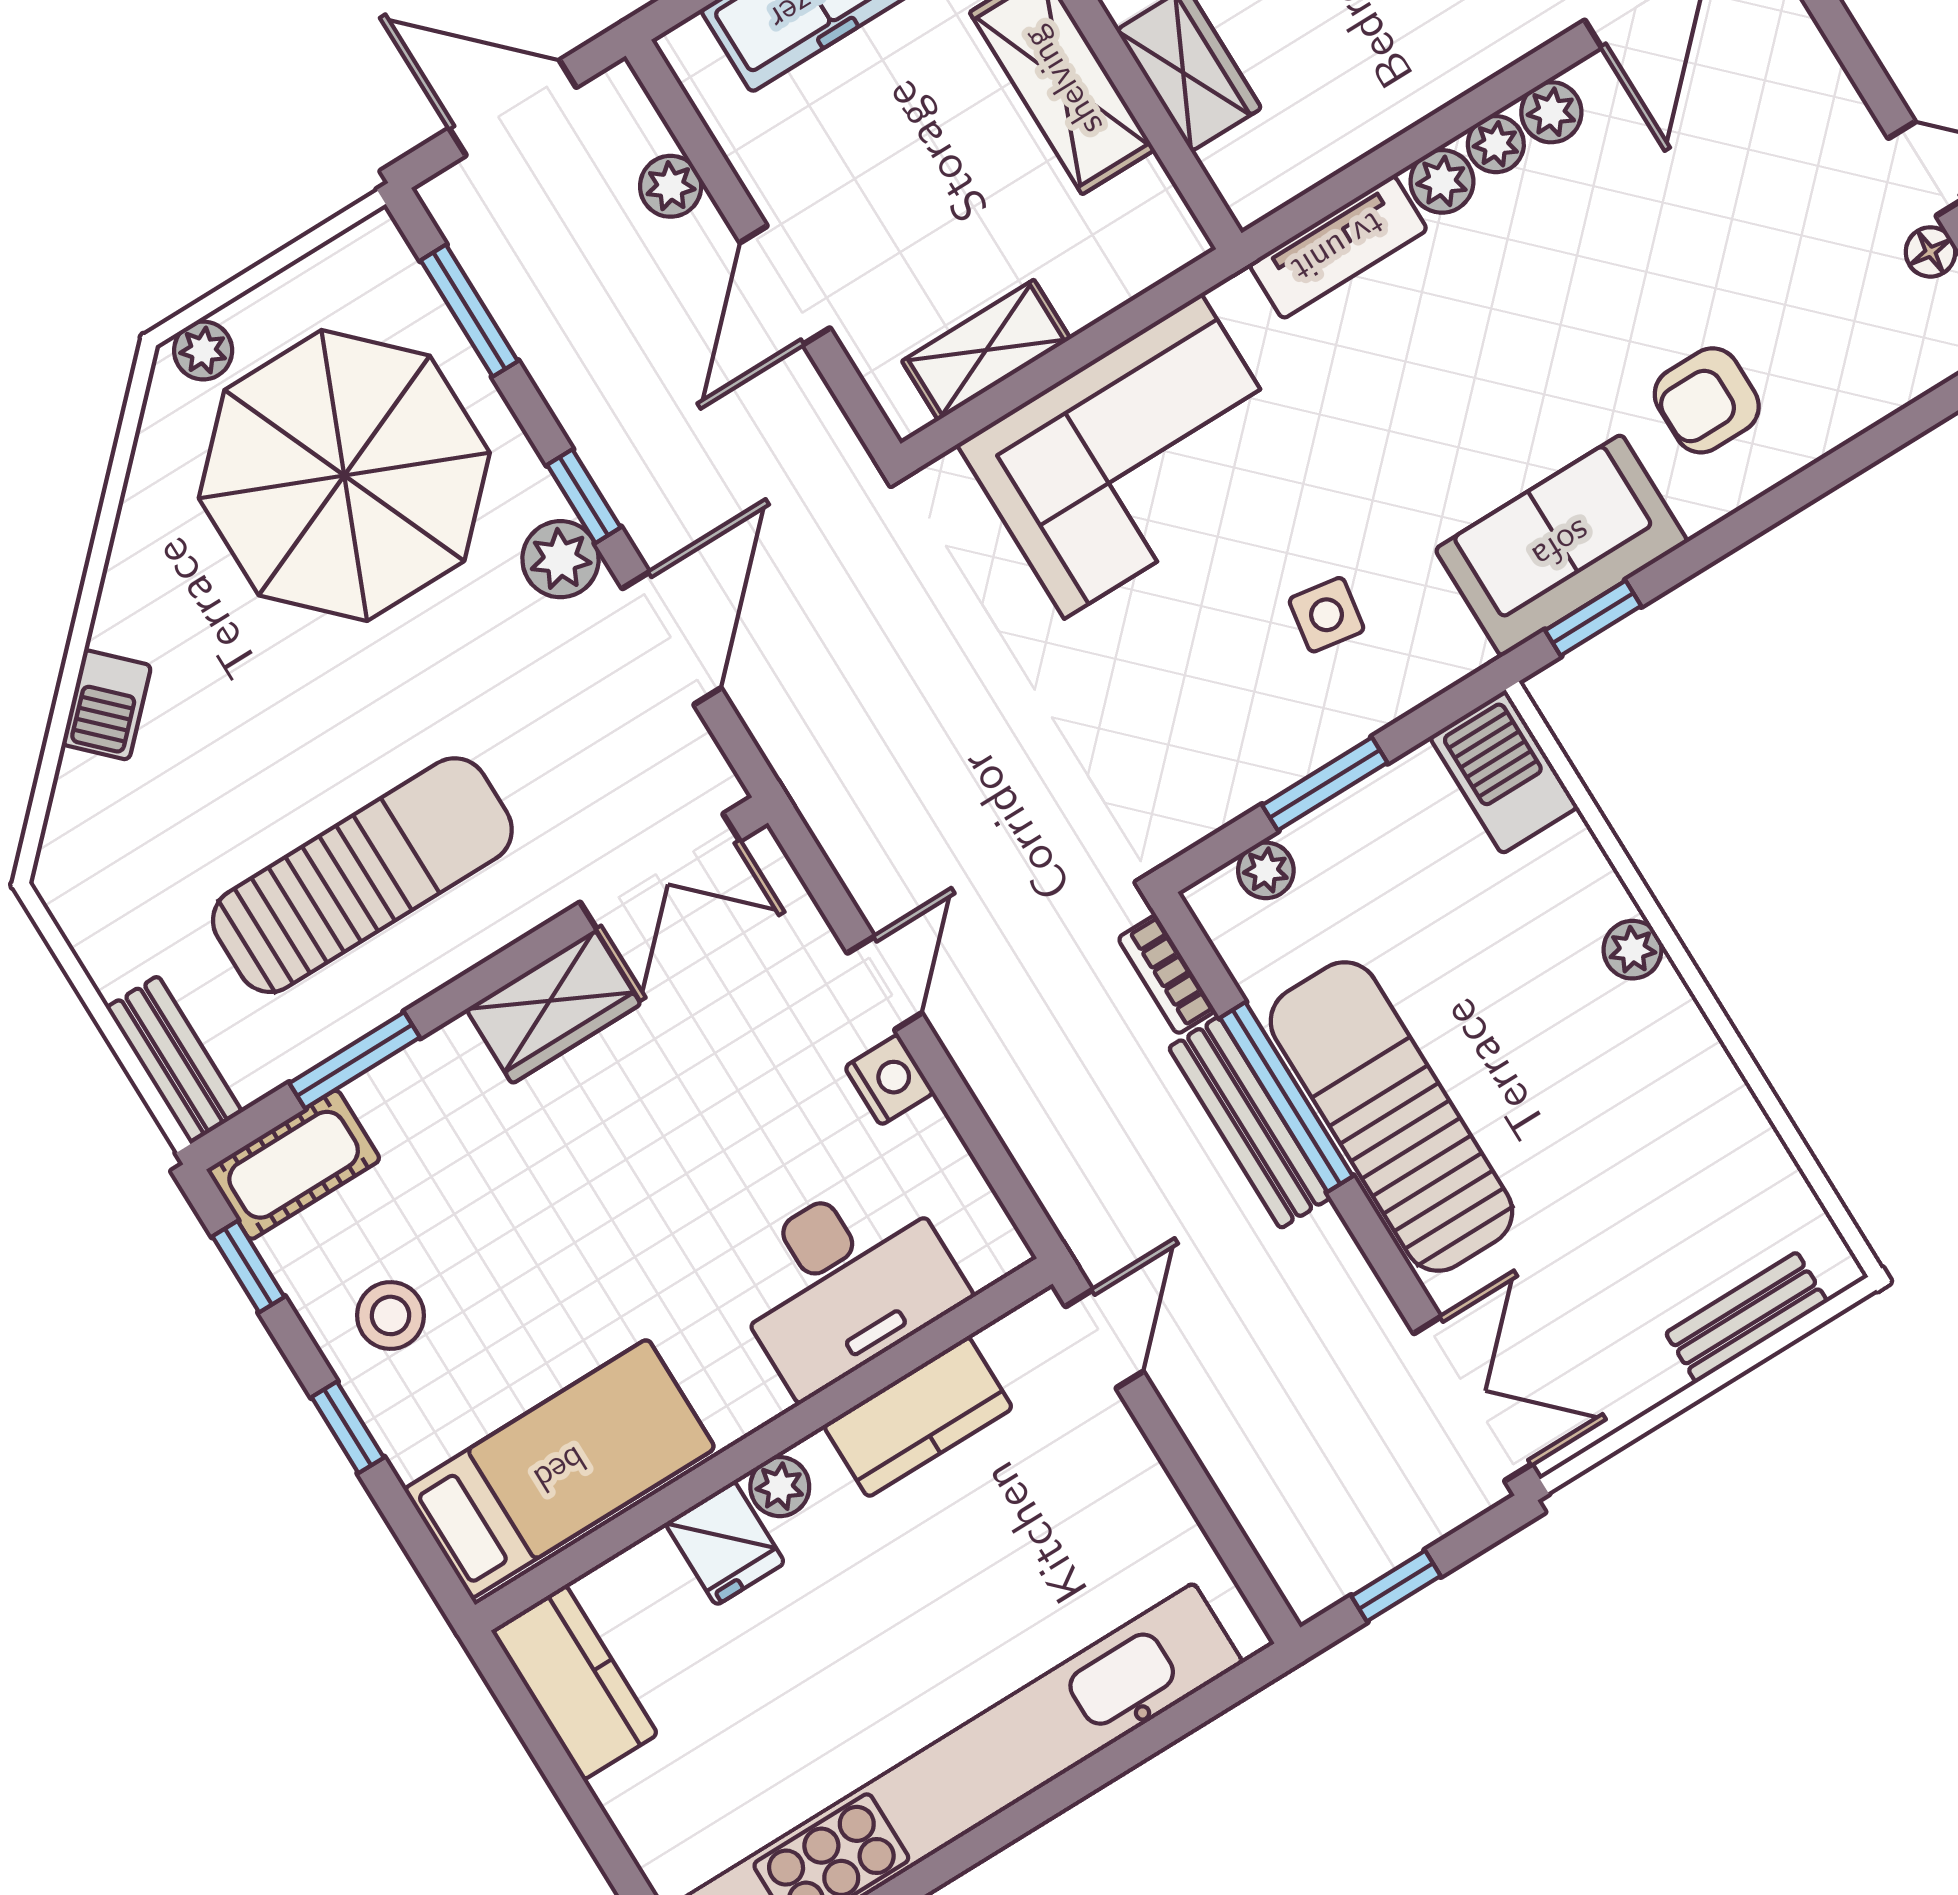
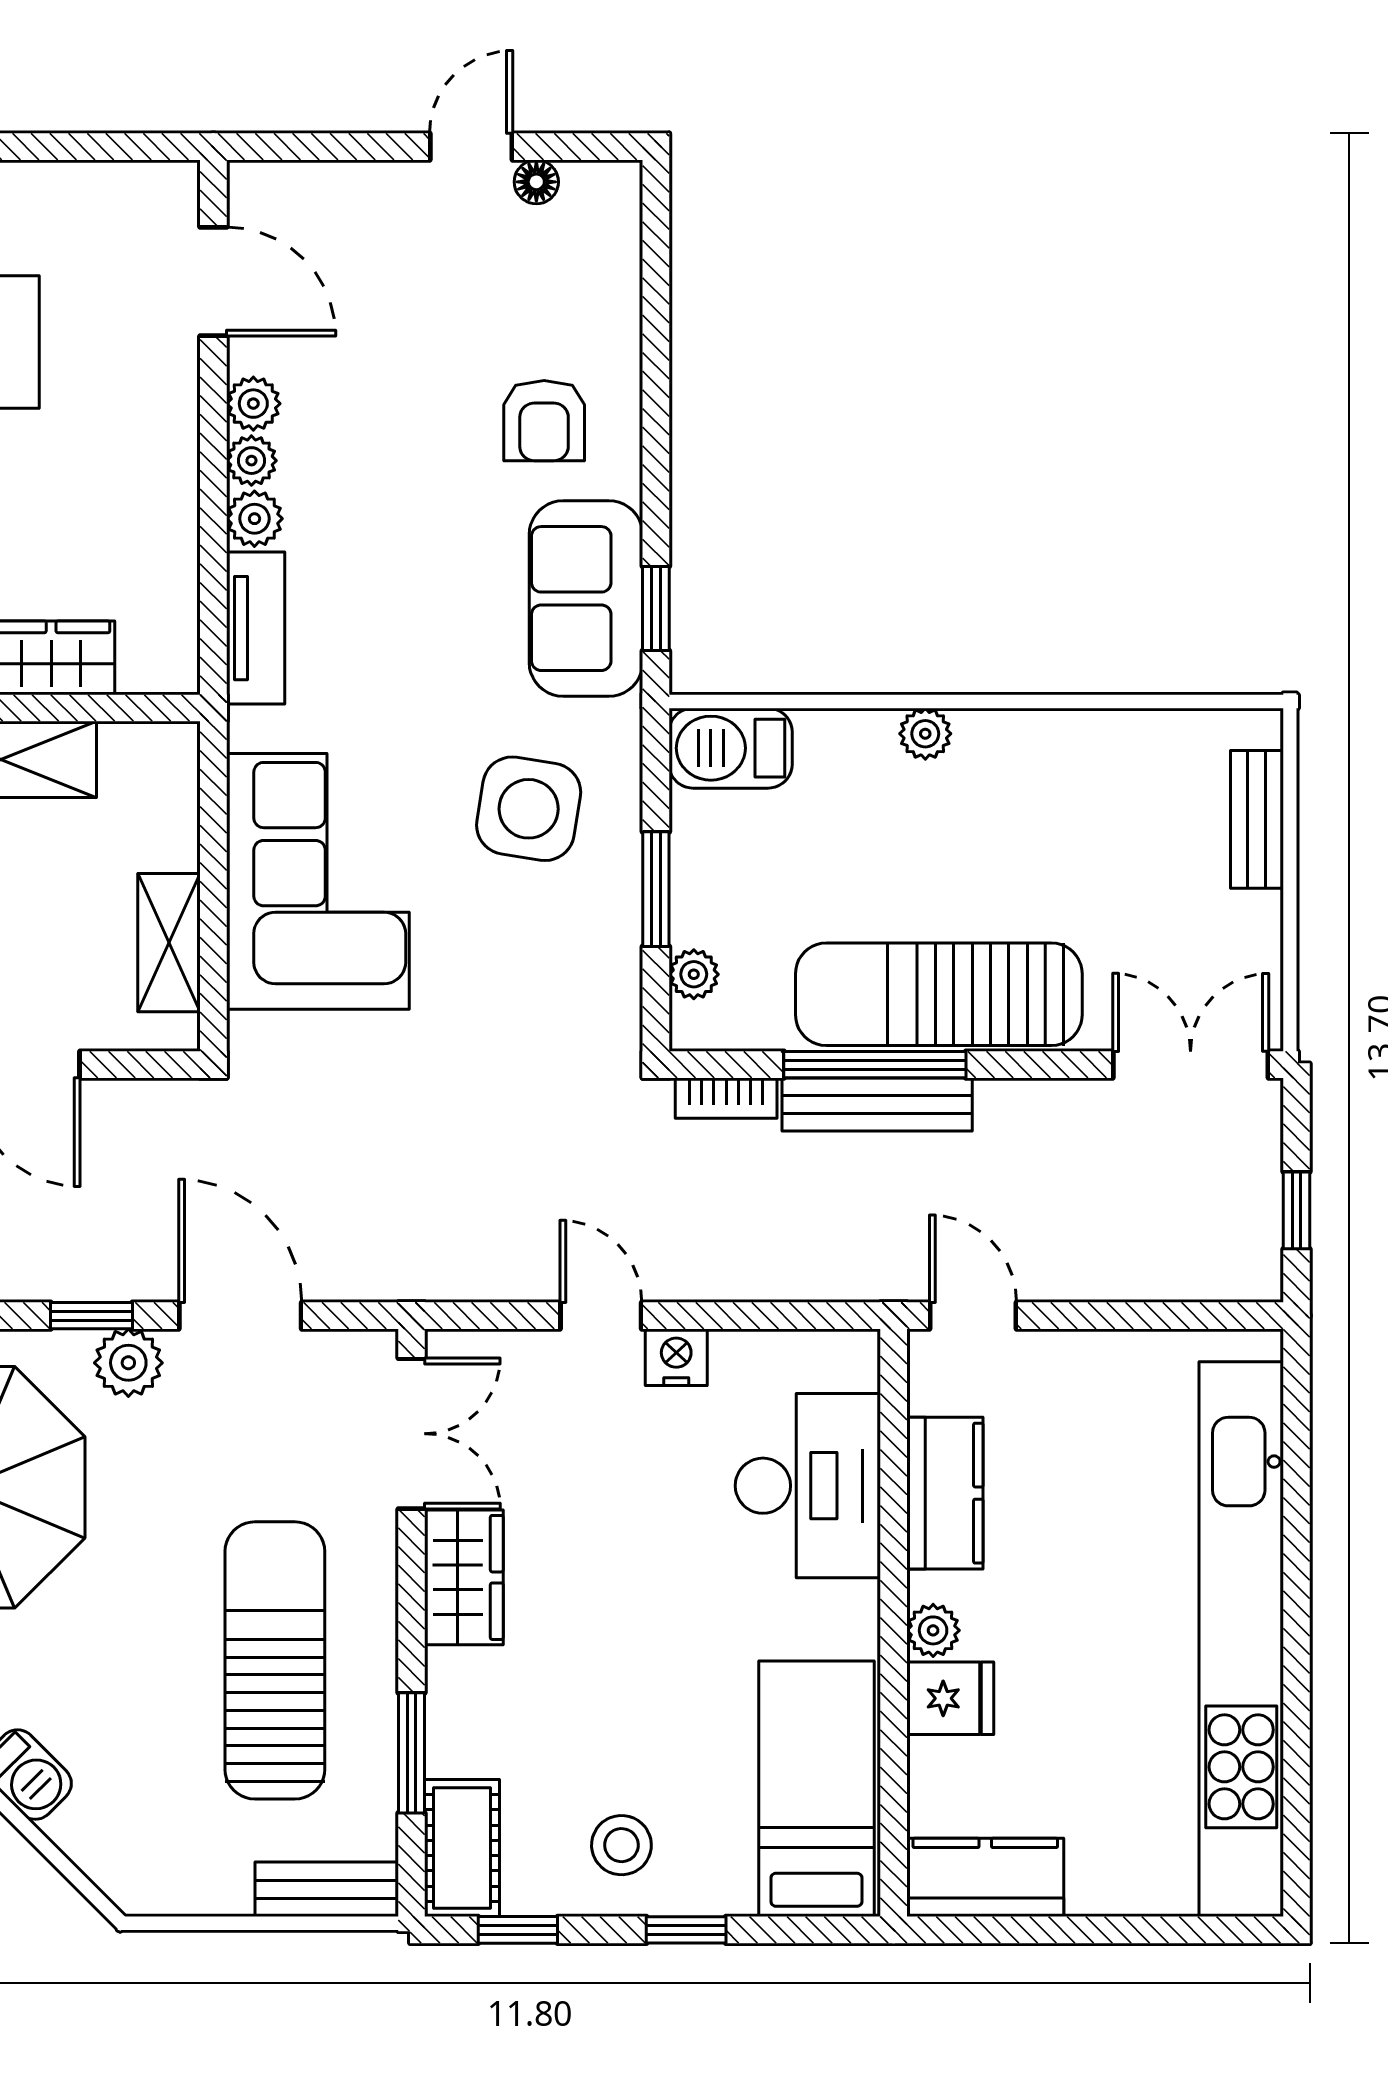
side table: (1327, 615) -> (529, 809), width x1.87, depth x1.87

